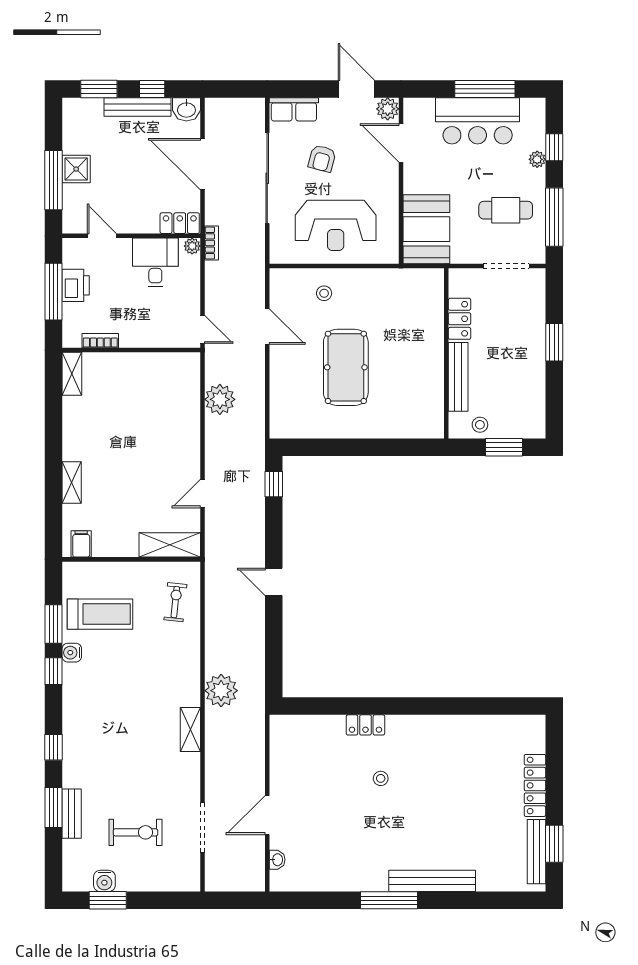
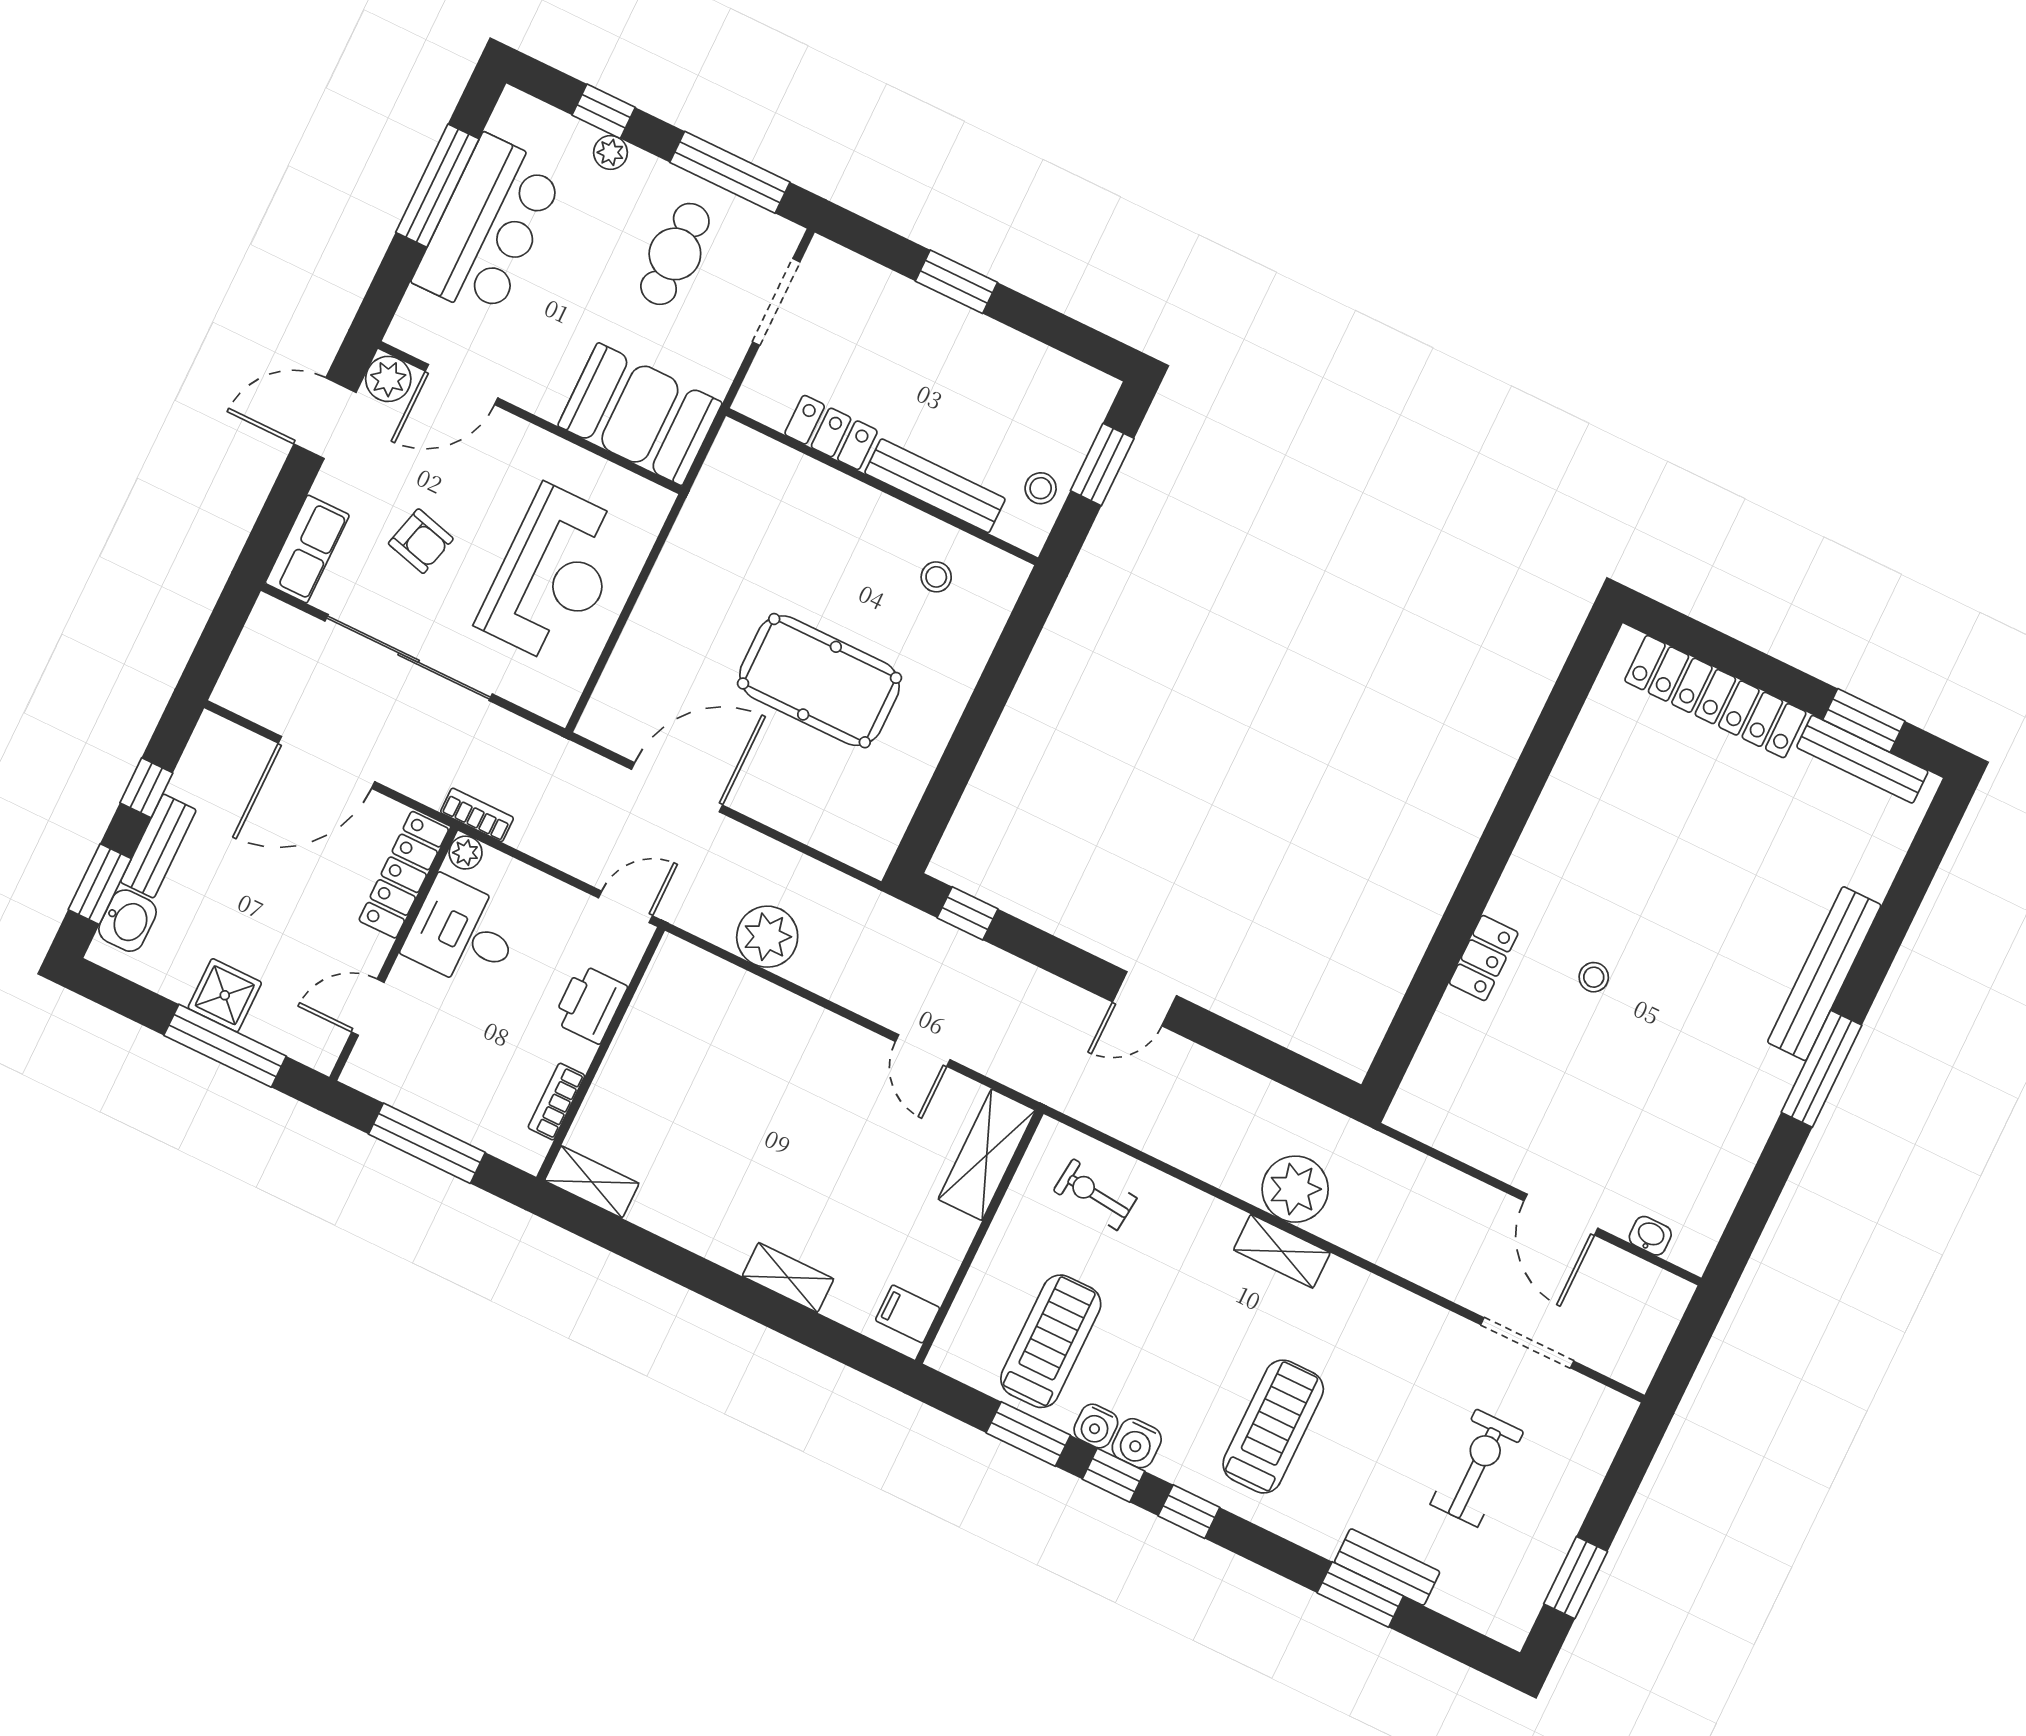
bench: (137, 107) -> (158, 846), width x0.73
washbasin: (186, 109) -> (128, 921), moved
locker: (180, 223) -> (404, 875), width x1.53
printer: (76, 285) -> (590, 1004), moved, turned -90
stool: (324, 293) -> (936, 577), moved
door: (267, 327) -> (677, 787), width x1.36
shelving: (190, 729) -> (1282, 1251), moved
treadmill: (110, 732) -> (1273, 1427), added
window: (54, 747) -> (1189, 1512), moved
locker: (535, 785) -> (1715, 697), width x1.41, depth x1.21
water cooler: (104, 881) -> (1137, 1443), moved, turned 90

